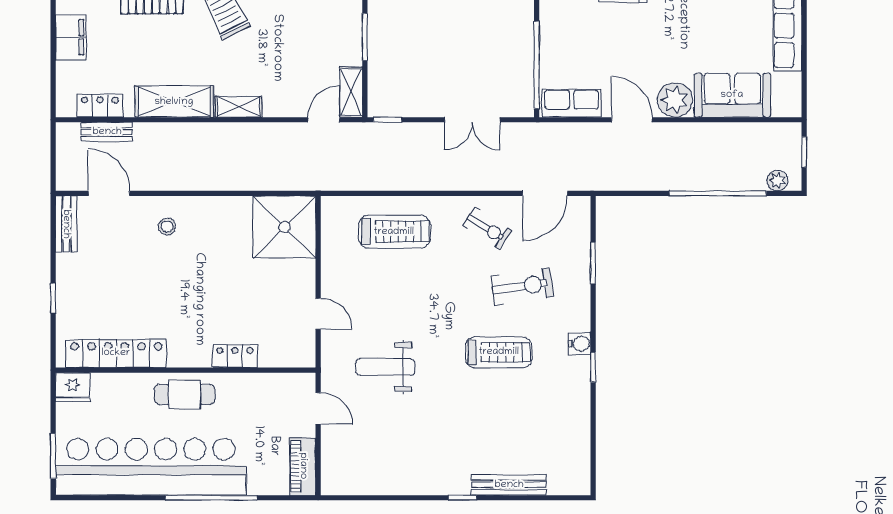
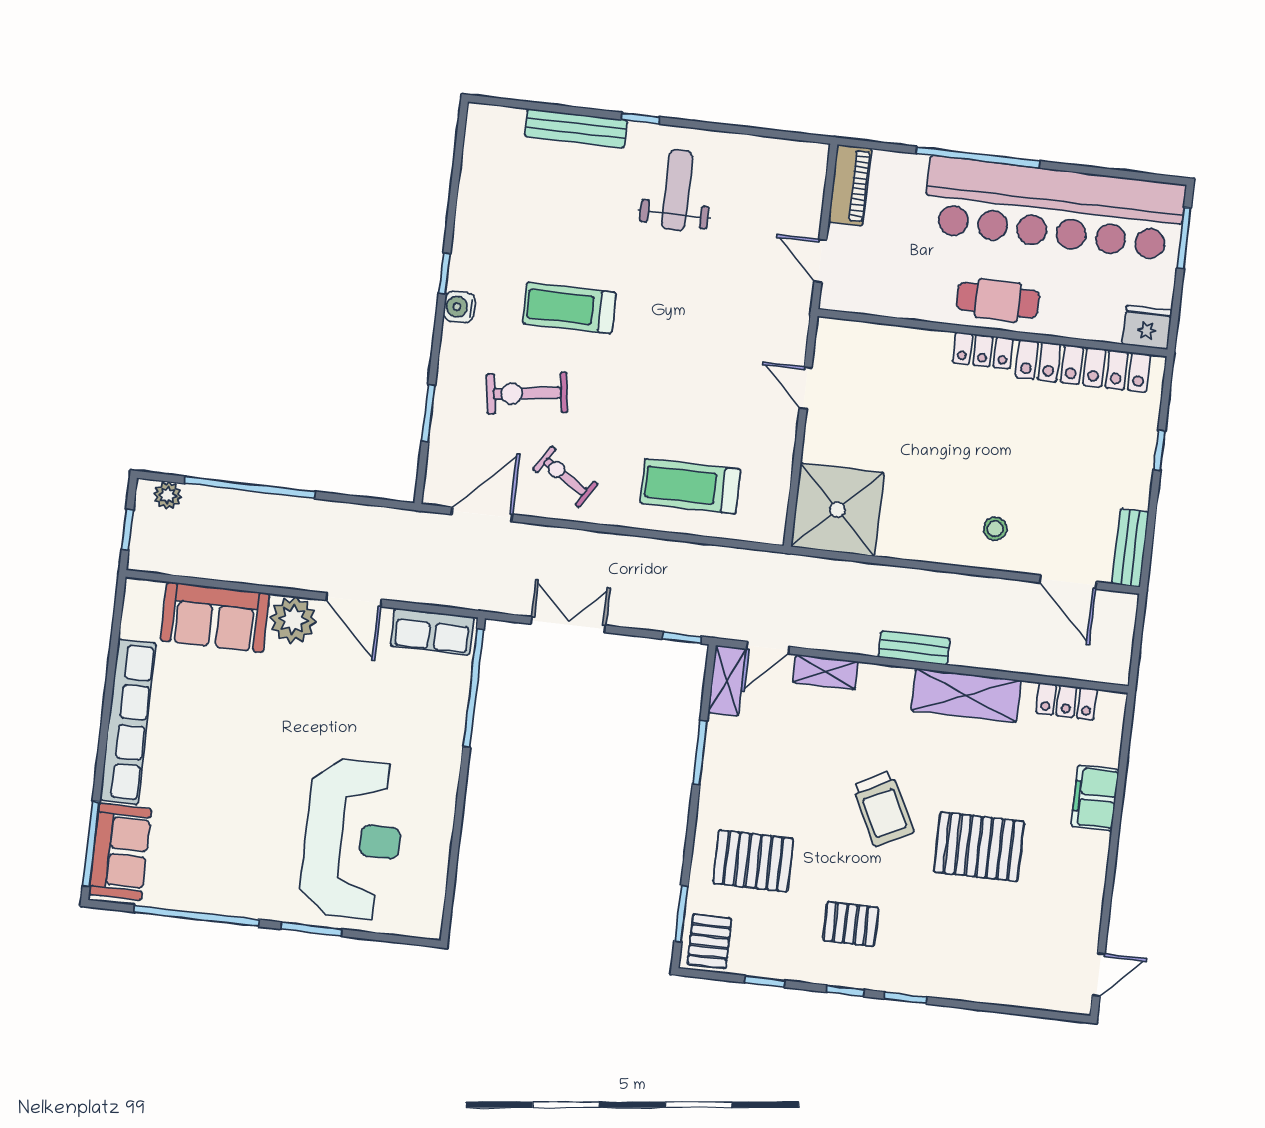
shelving: (239, 107) -> (825, 672), moved
bench: (107, 132) -> (914, 648), moved
locker: (235, 356) -> (983, 351), moved
weight bench: (385, 367) -> (677, 190), moved, turned -90

